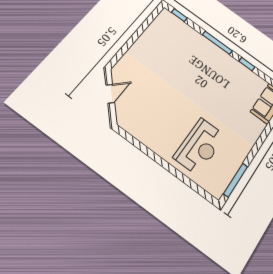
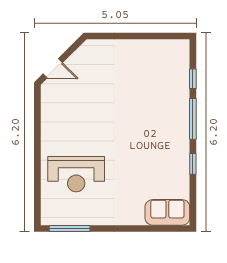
window: (179, 15) -> (193, 79), moved
door: (110, 94) -> (53, 68), moved

